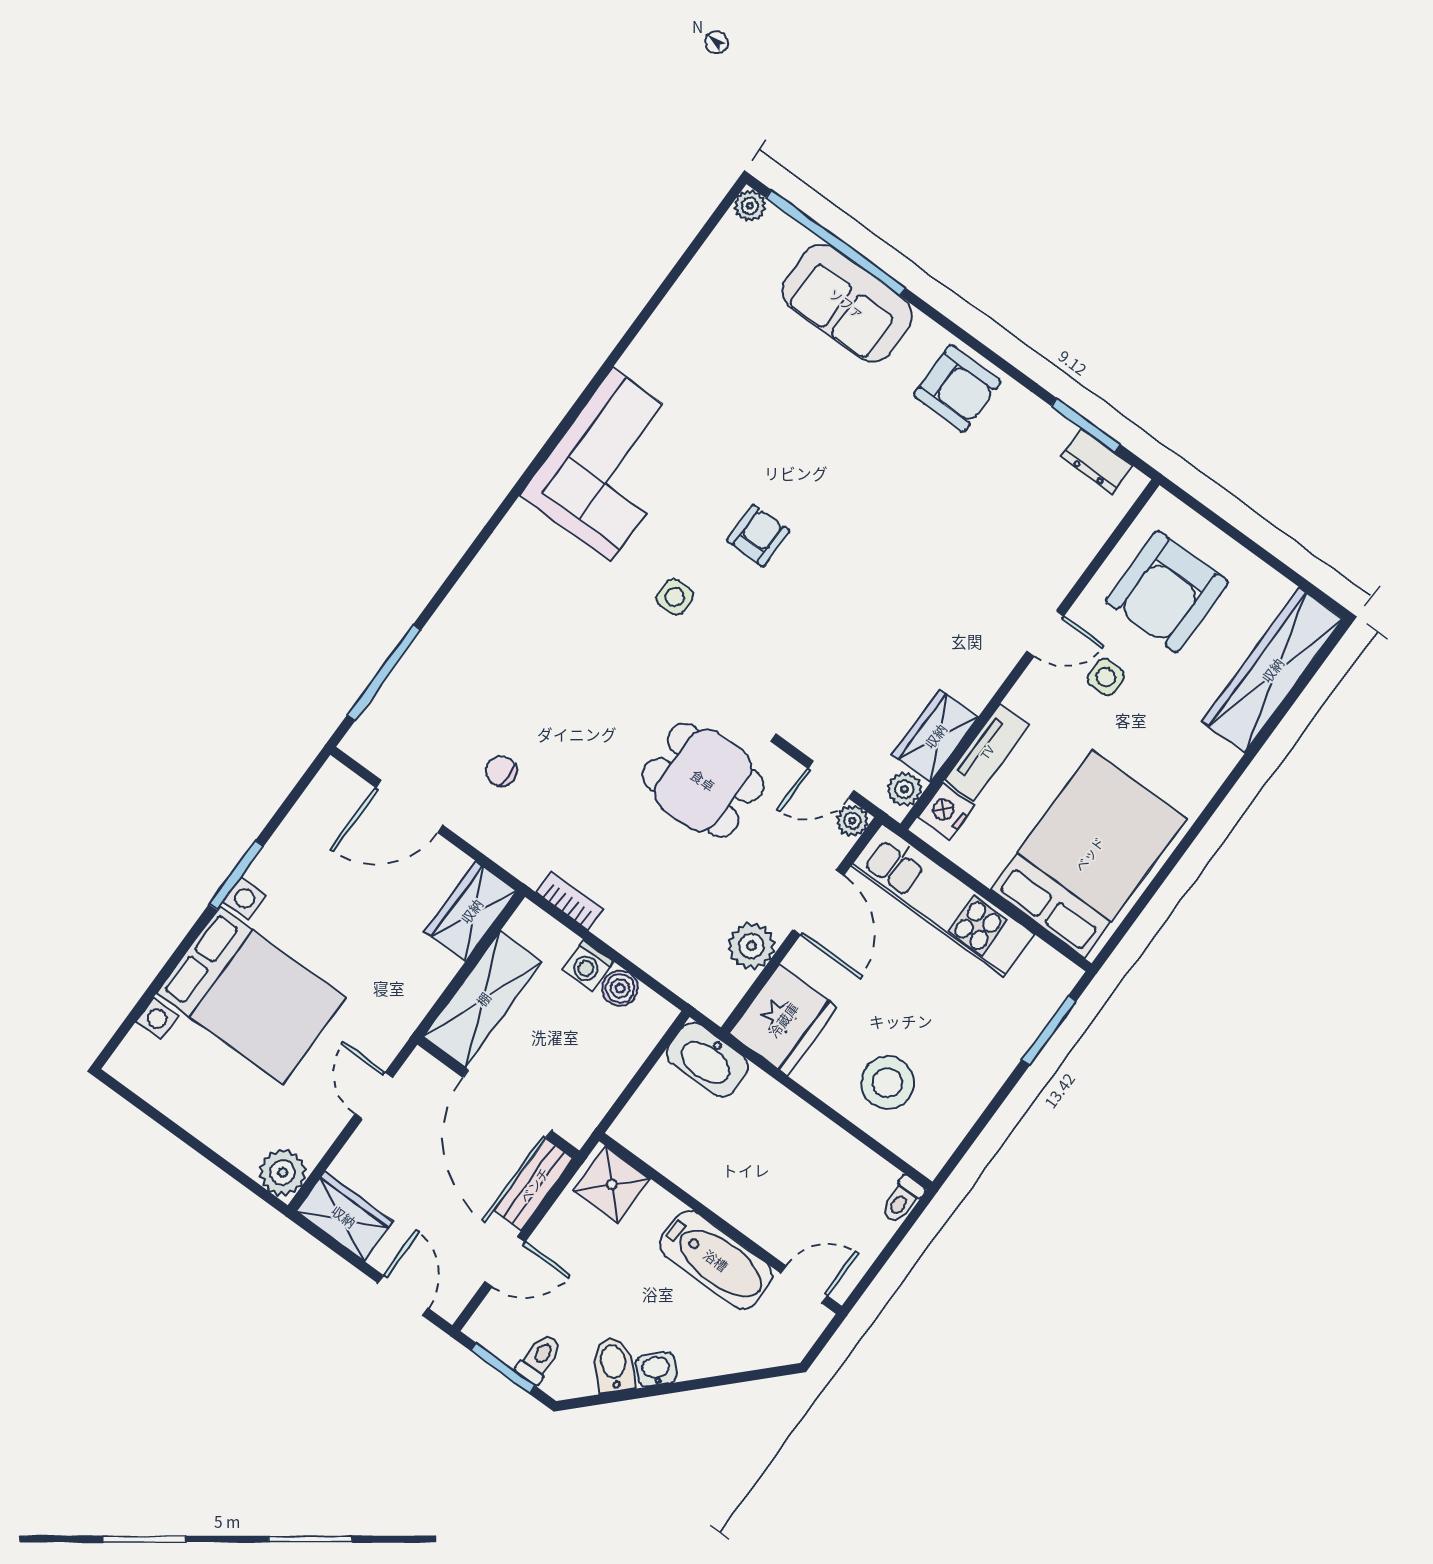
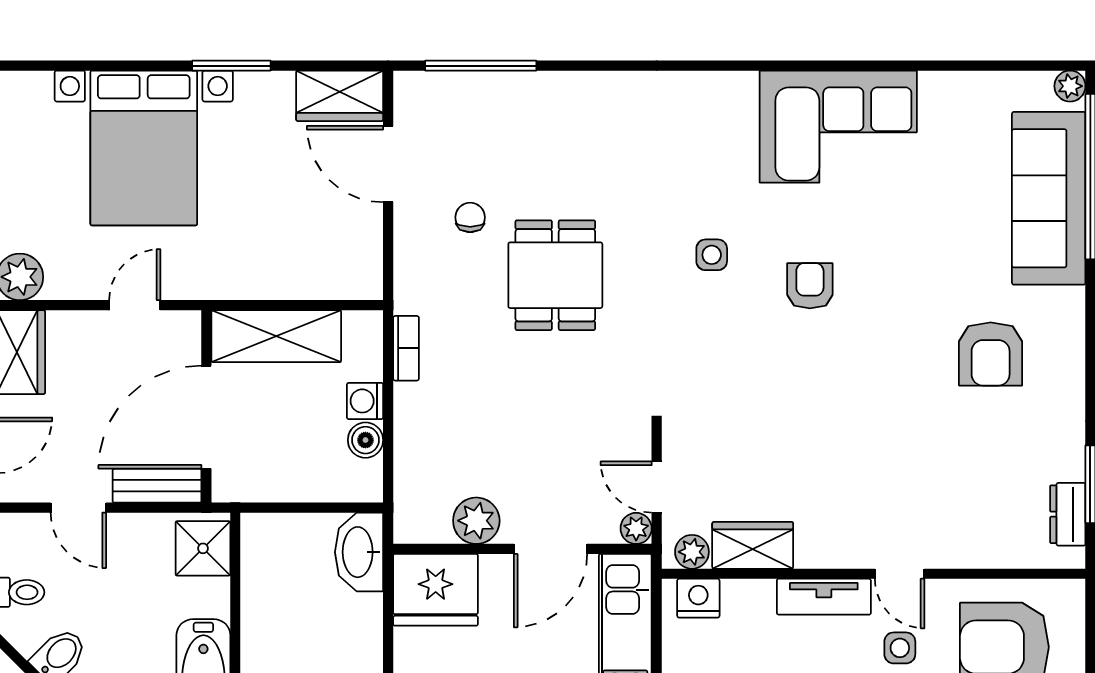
sofa: (847, 303) -> (1049, 198), width x1.36
armchair: (957, 388) -> (991, 354), moved
corner sofa: (612, 465) -> (838, 127), moved
armchair: (758, 536) -> (810, 286), turned -90
tv unit: (987, 752) -> (824, 597), moved
dining table: (703, 780) -> (555, 275), moved
wardrobe: (471, 911) -> (340, 96), moved, turned 180

